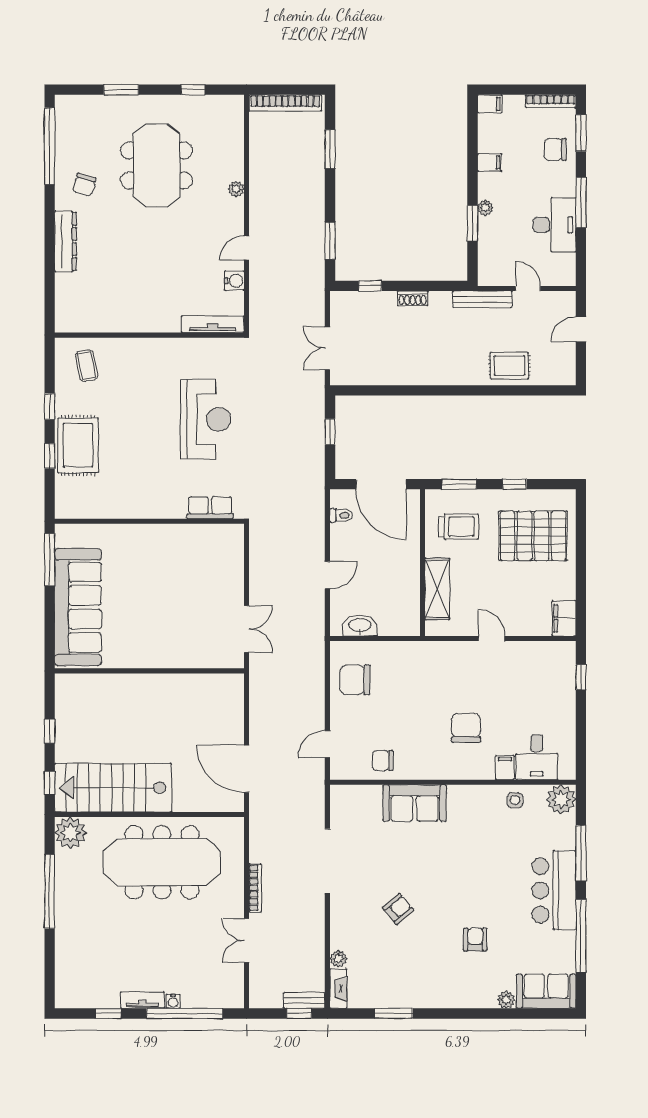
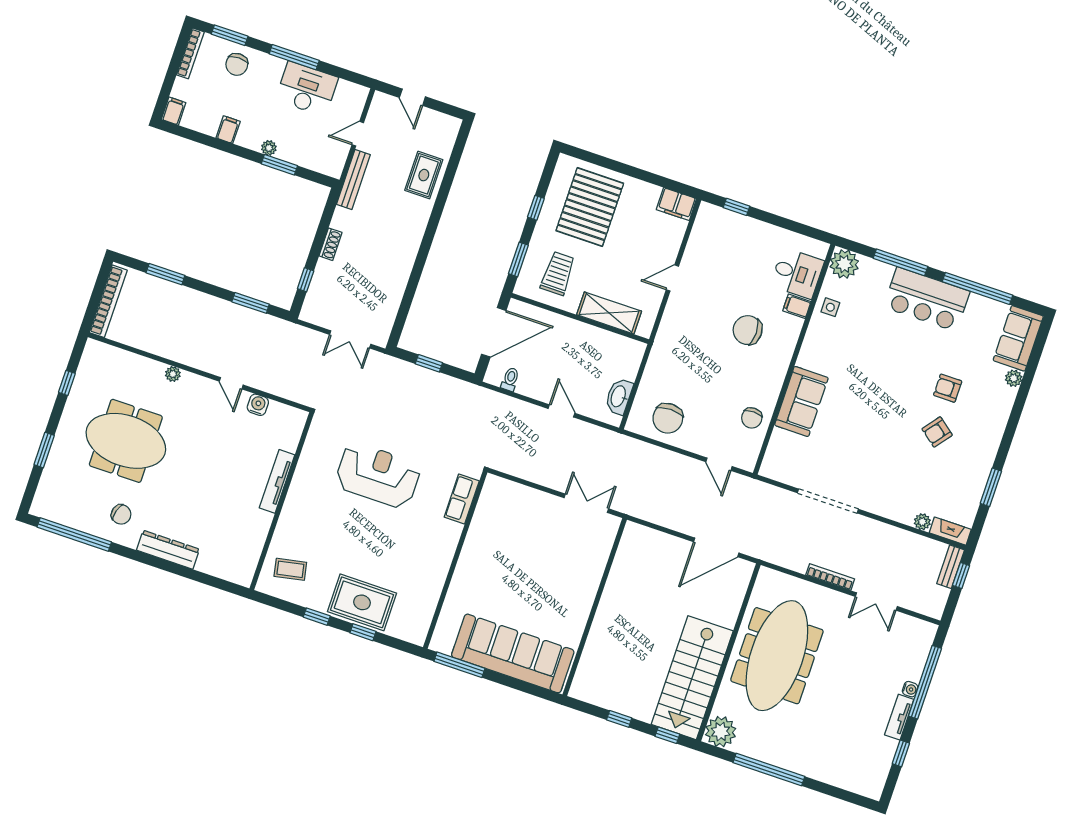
tv unit: (213, 324) -> (277, 481), moved
armchair: (398, 909) -> (937, 432), moved, turned -102

